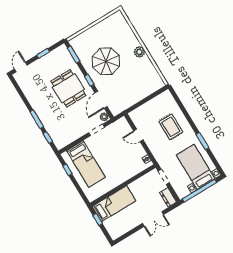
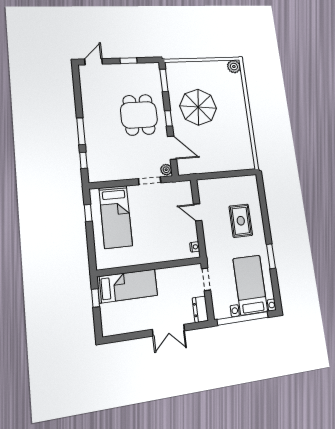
plant: (139, 52) -> (234, 67), moved
door: (101, 100) -> (172, 148), swing flipped

